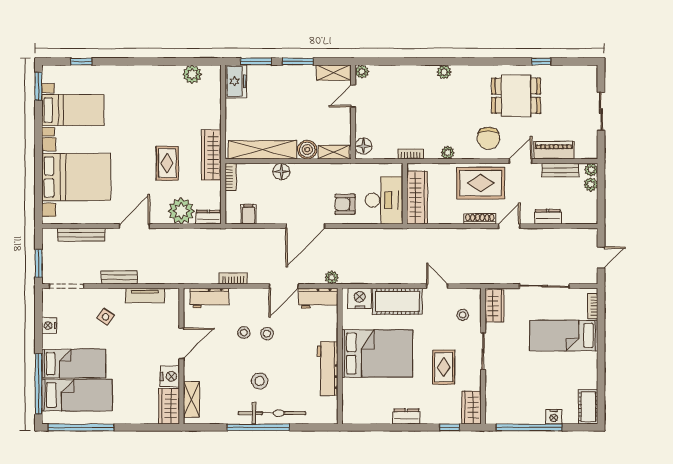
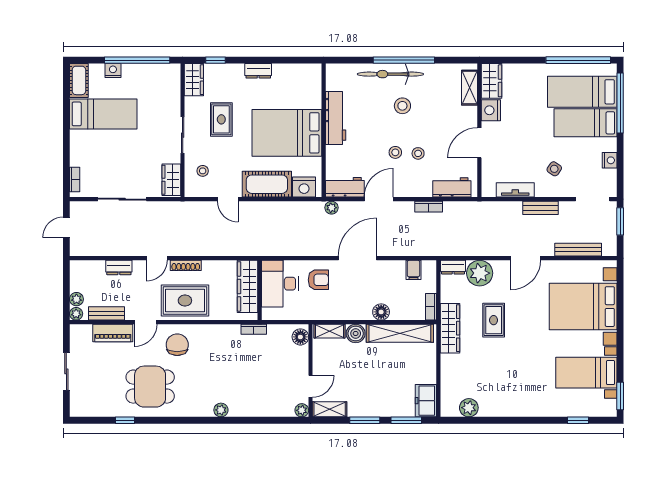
plant: (448, 153) -> (217, 331), removed
bed: (564, 335) -> (103, 114), moved

